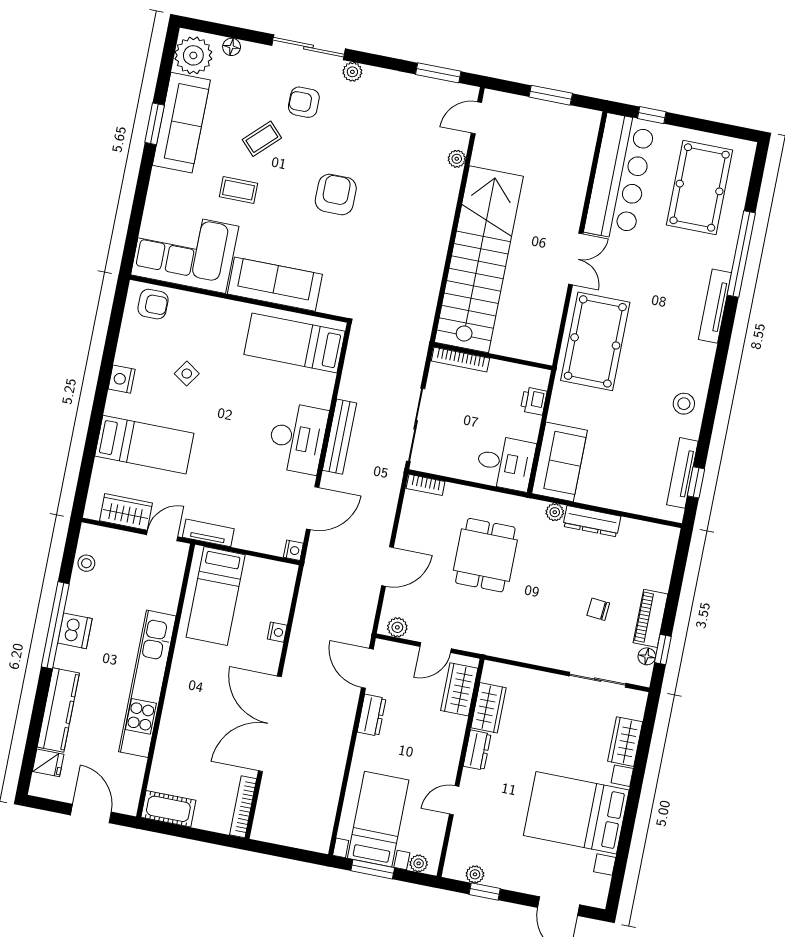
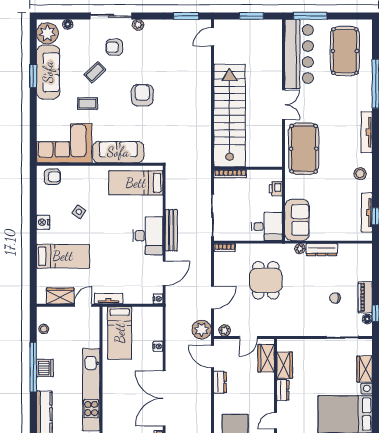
window: (652, 115) -> (310, 16), width x2.17
plant: (457, 159) -> (202, 330), moved, width x1.88, depth x1.88
tv unit: (715, 306) -> (367, 132), moved

